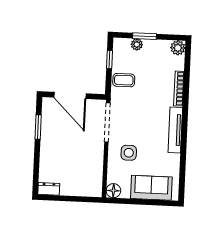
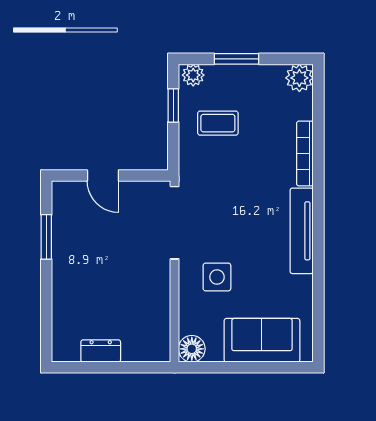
plant: (137, 44) -> (193, 75), moved
coffee table: (124, 80) -> (218, 123), moved
door: (70, 95) -> (103, 176), width x0.53
dresser: (49, 189) -> (101, 351), moved

